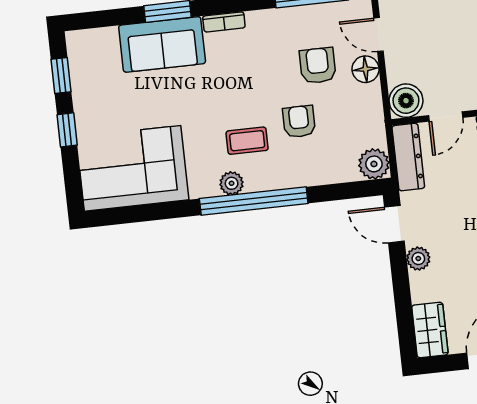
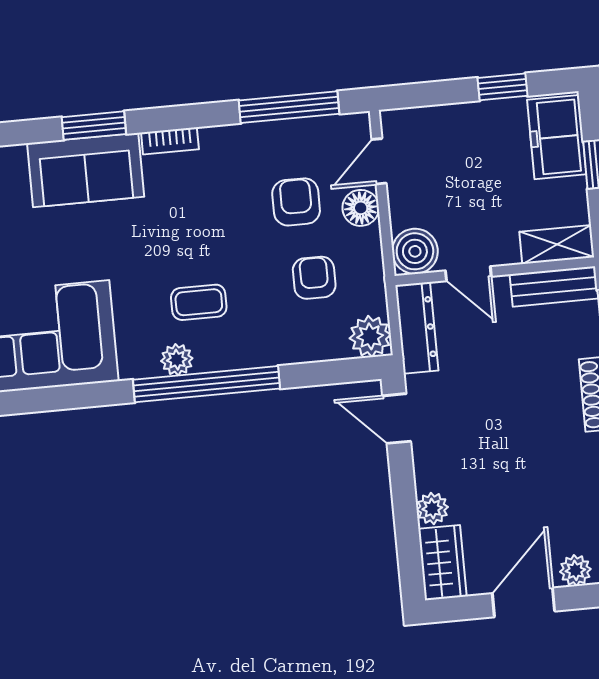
door: (378, 35) -> (379, 161), hinge flipped
door: (446, 116) -> (468, 274), hinge flipped
armchair: (299, 122) -> (314, 278), moved
plant: (418, 259) -> (432, 508), moved

